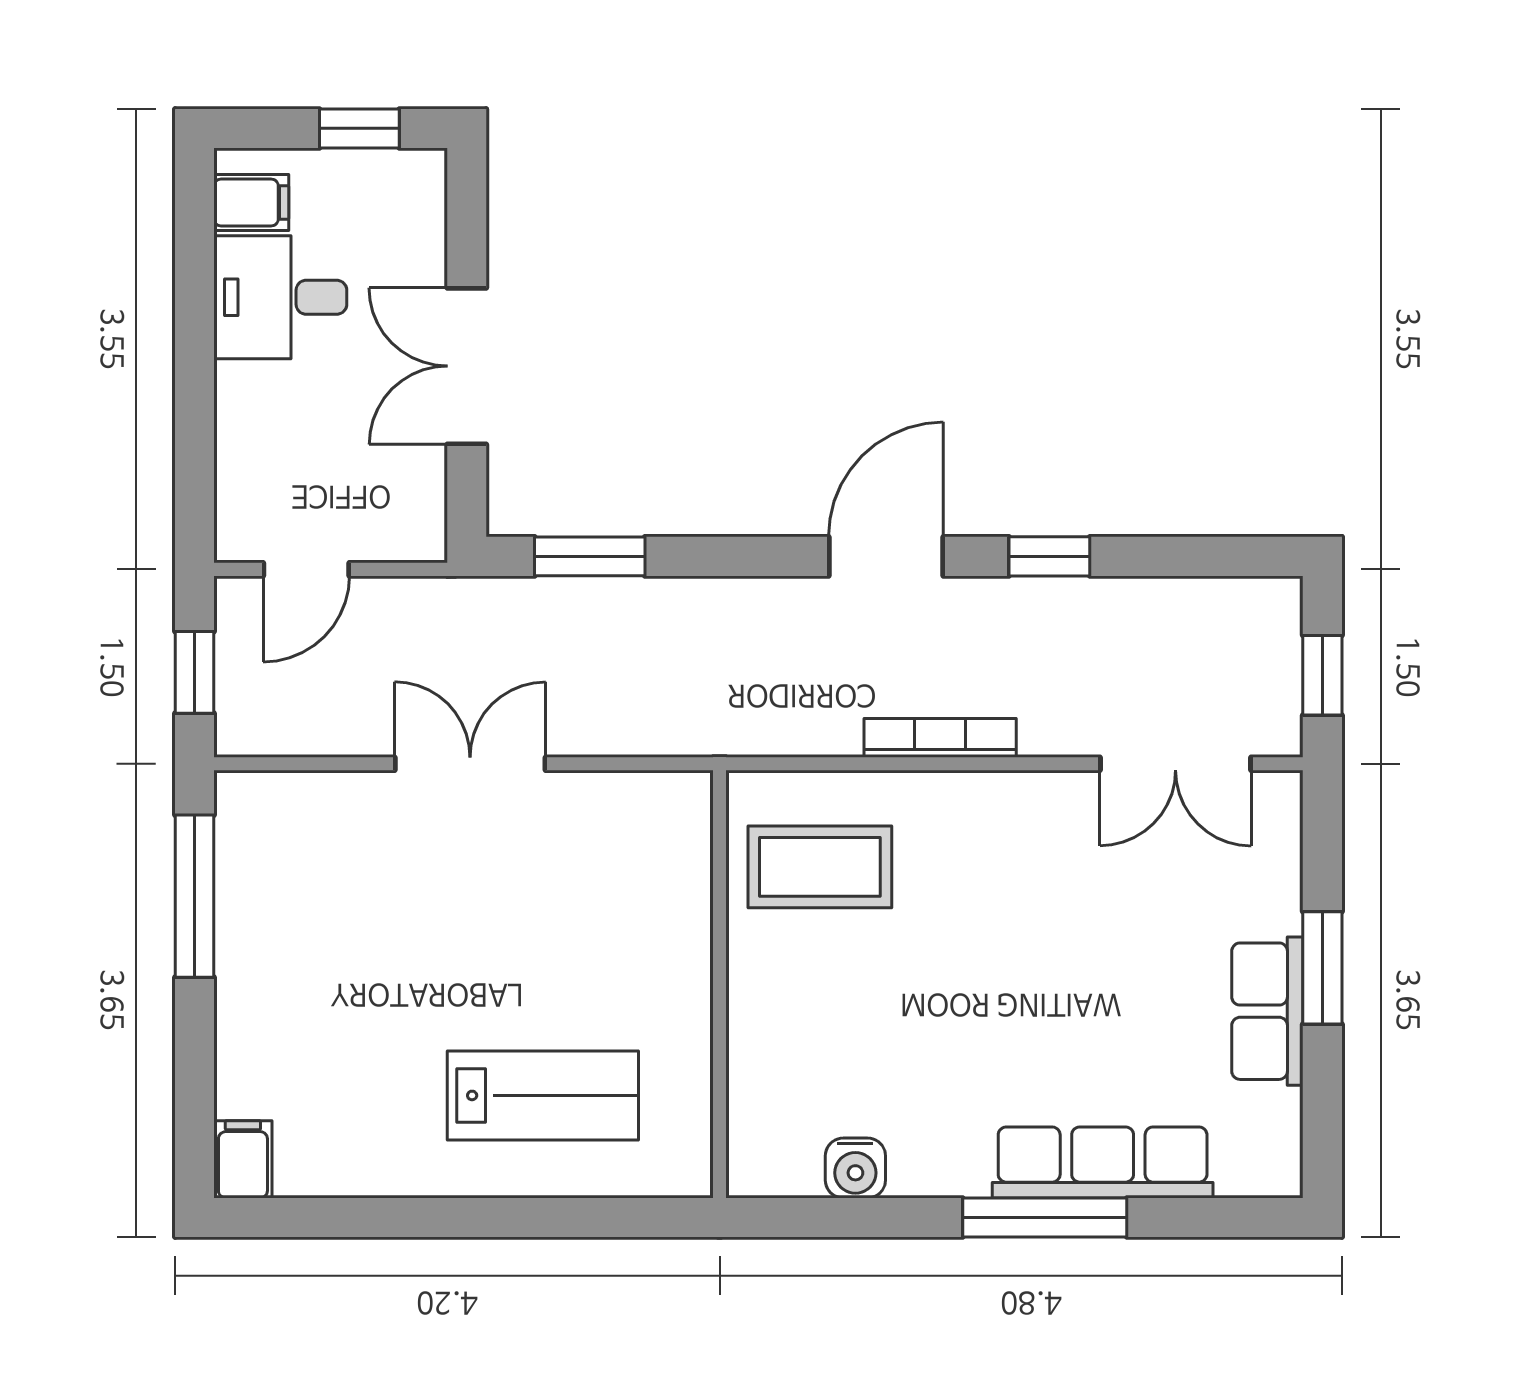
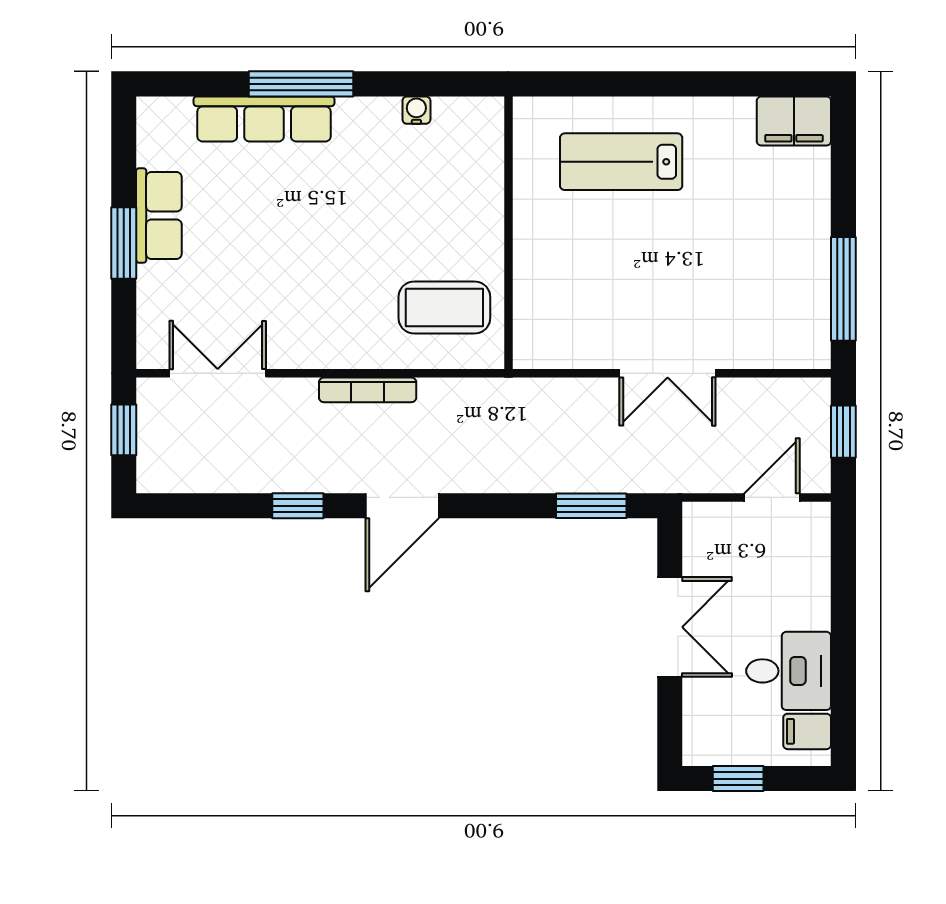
filing cabinet: (243, 1159) -> (794, 121), width x2.00
water cooler: (855, 1168) -> (416, 110), width x0.72, depth x0.72

